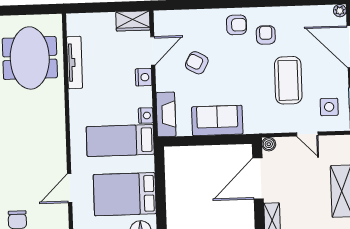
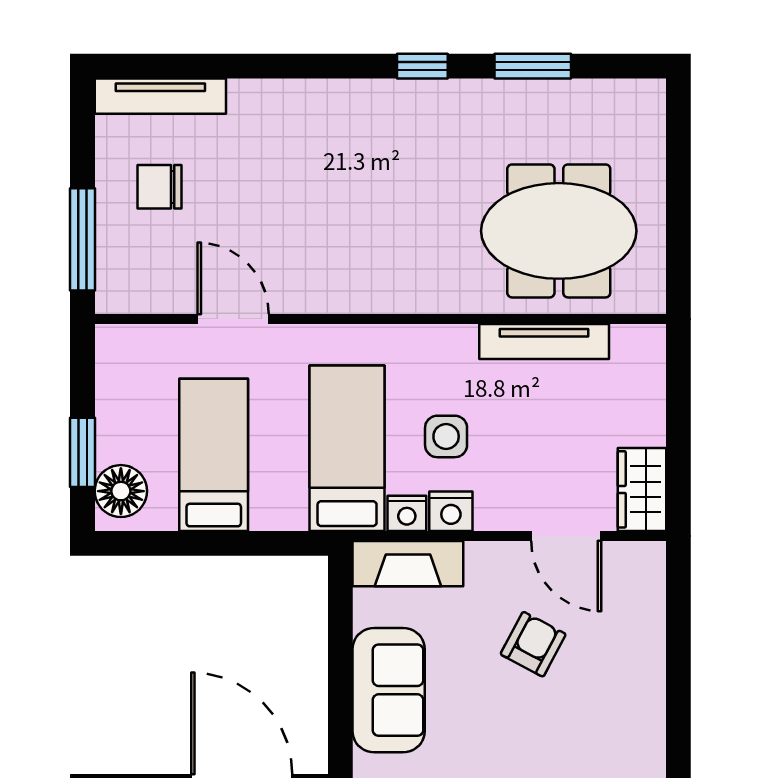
armchair: (236, 25) -> (624, 746), removed
nightstand: (144, 77) -> (451, 511), moved
side table: (114, 101) -> (446, 436), added
bed: (125, 194) -> (214, 455), width x0.67

